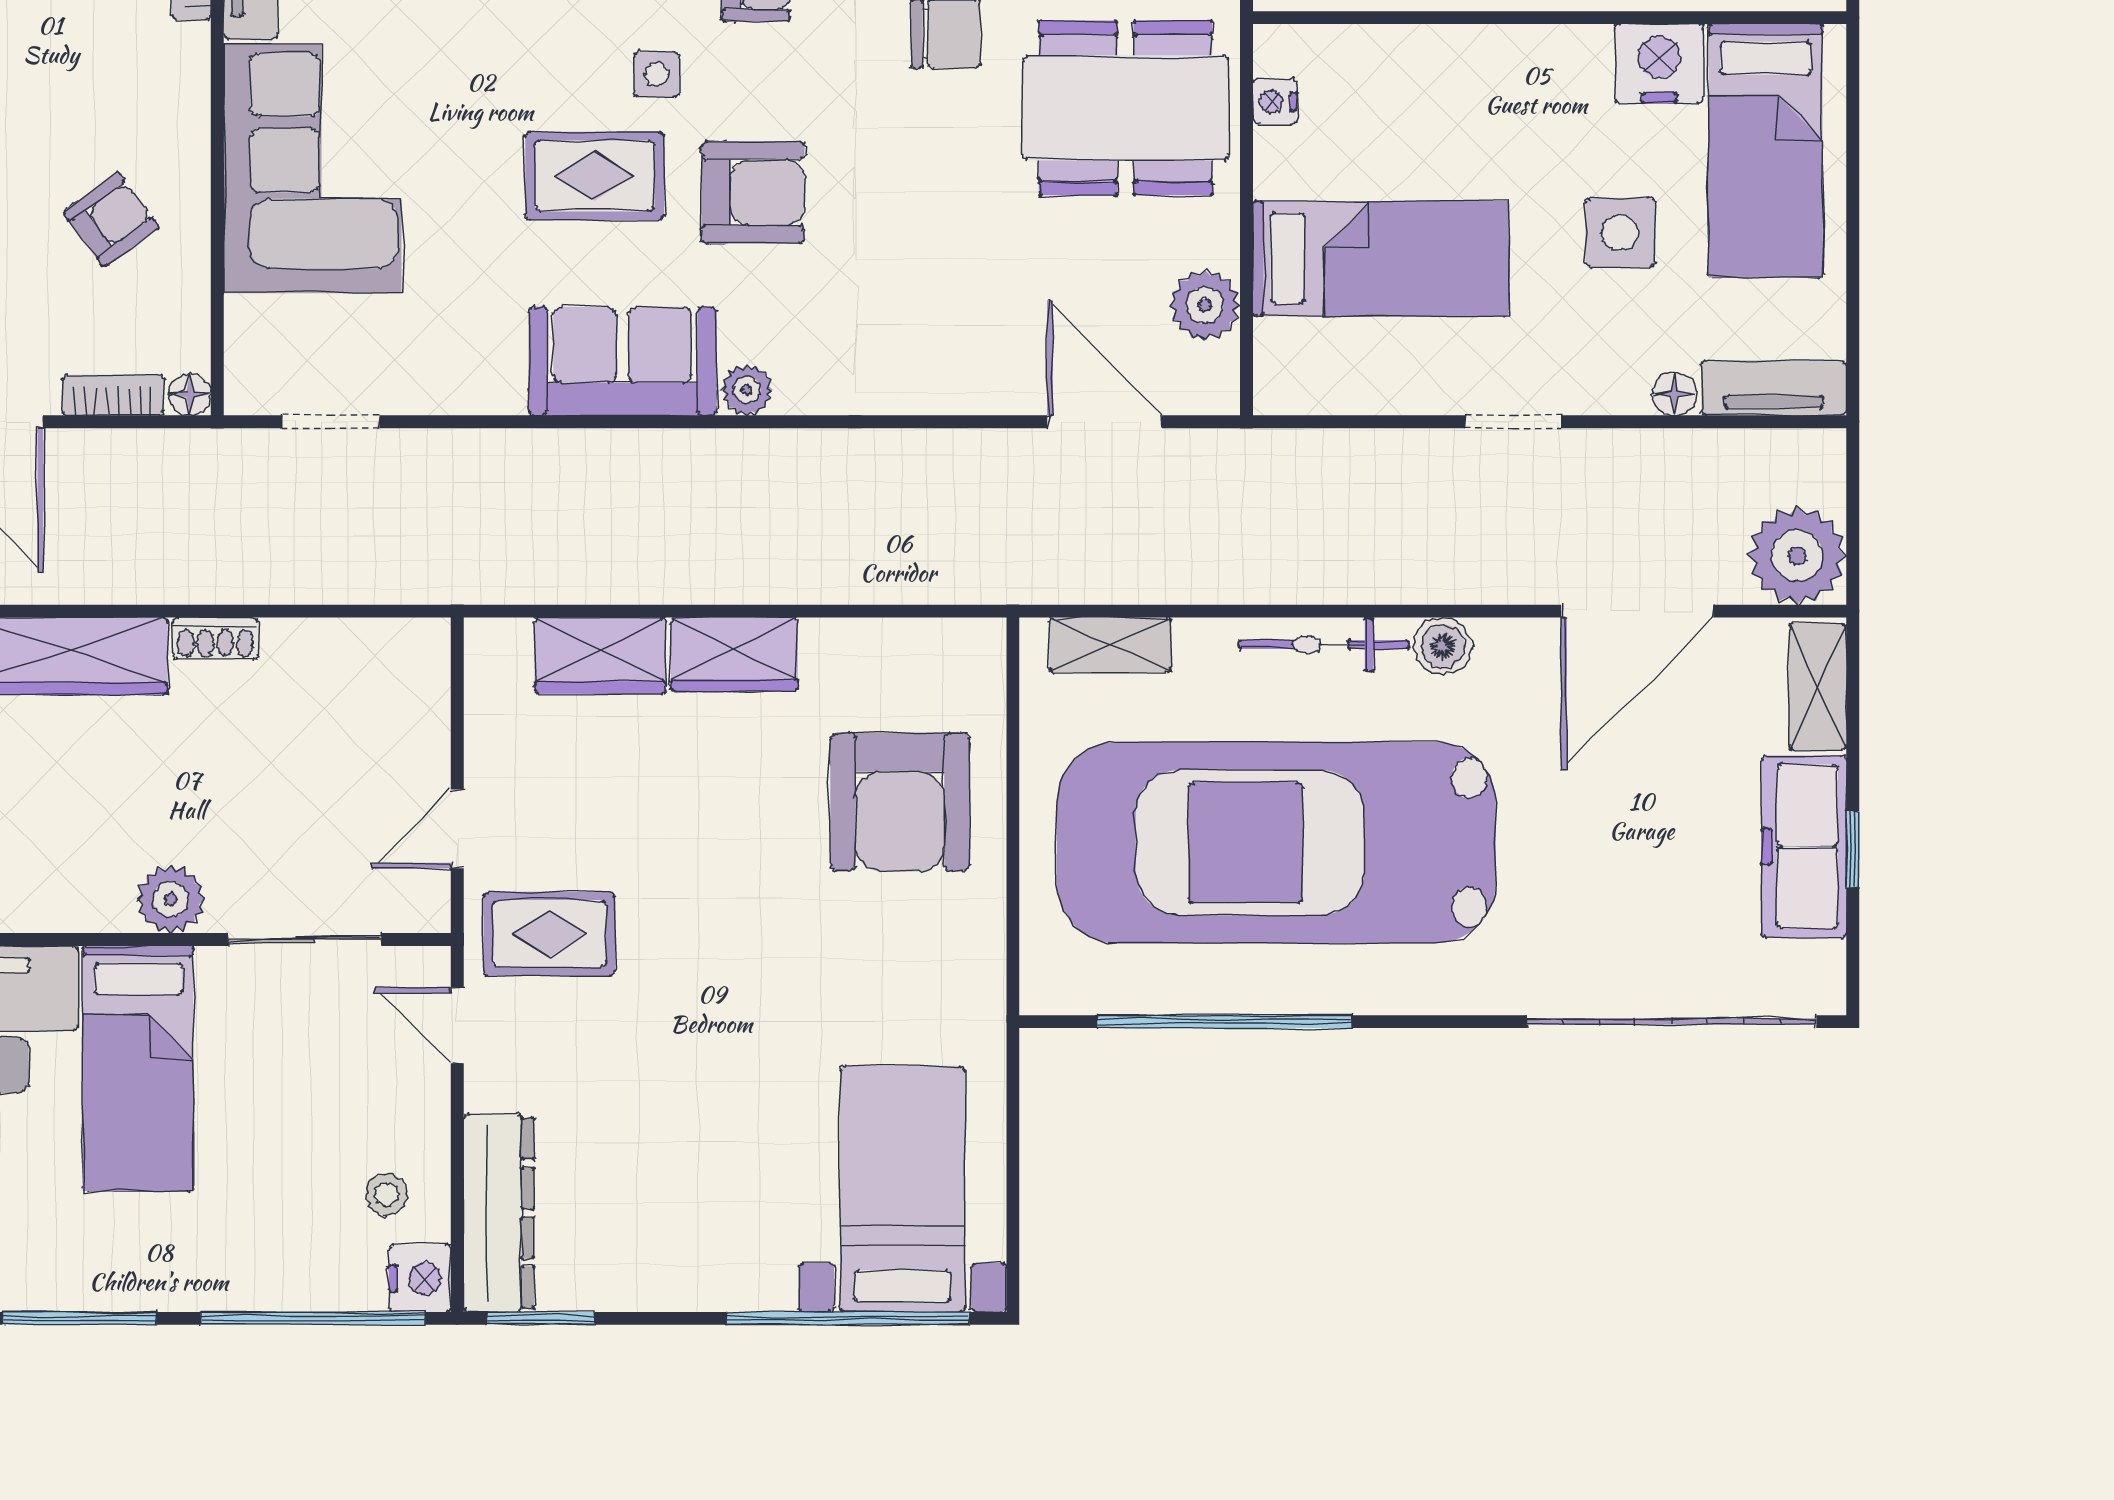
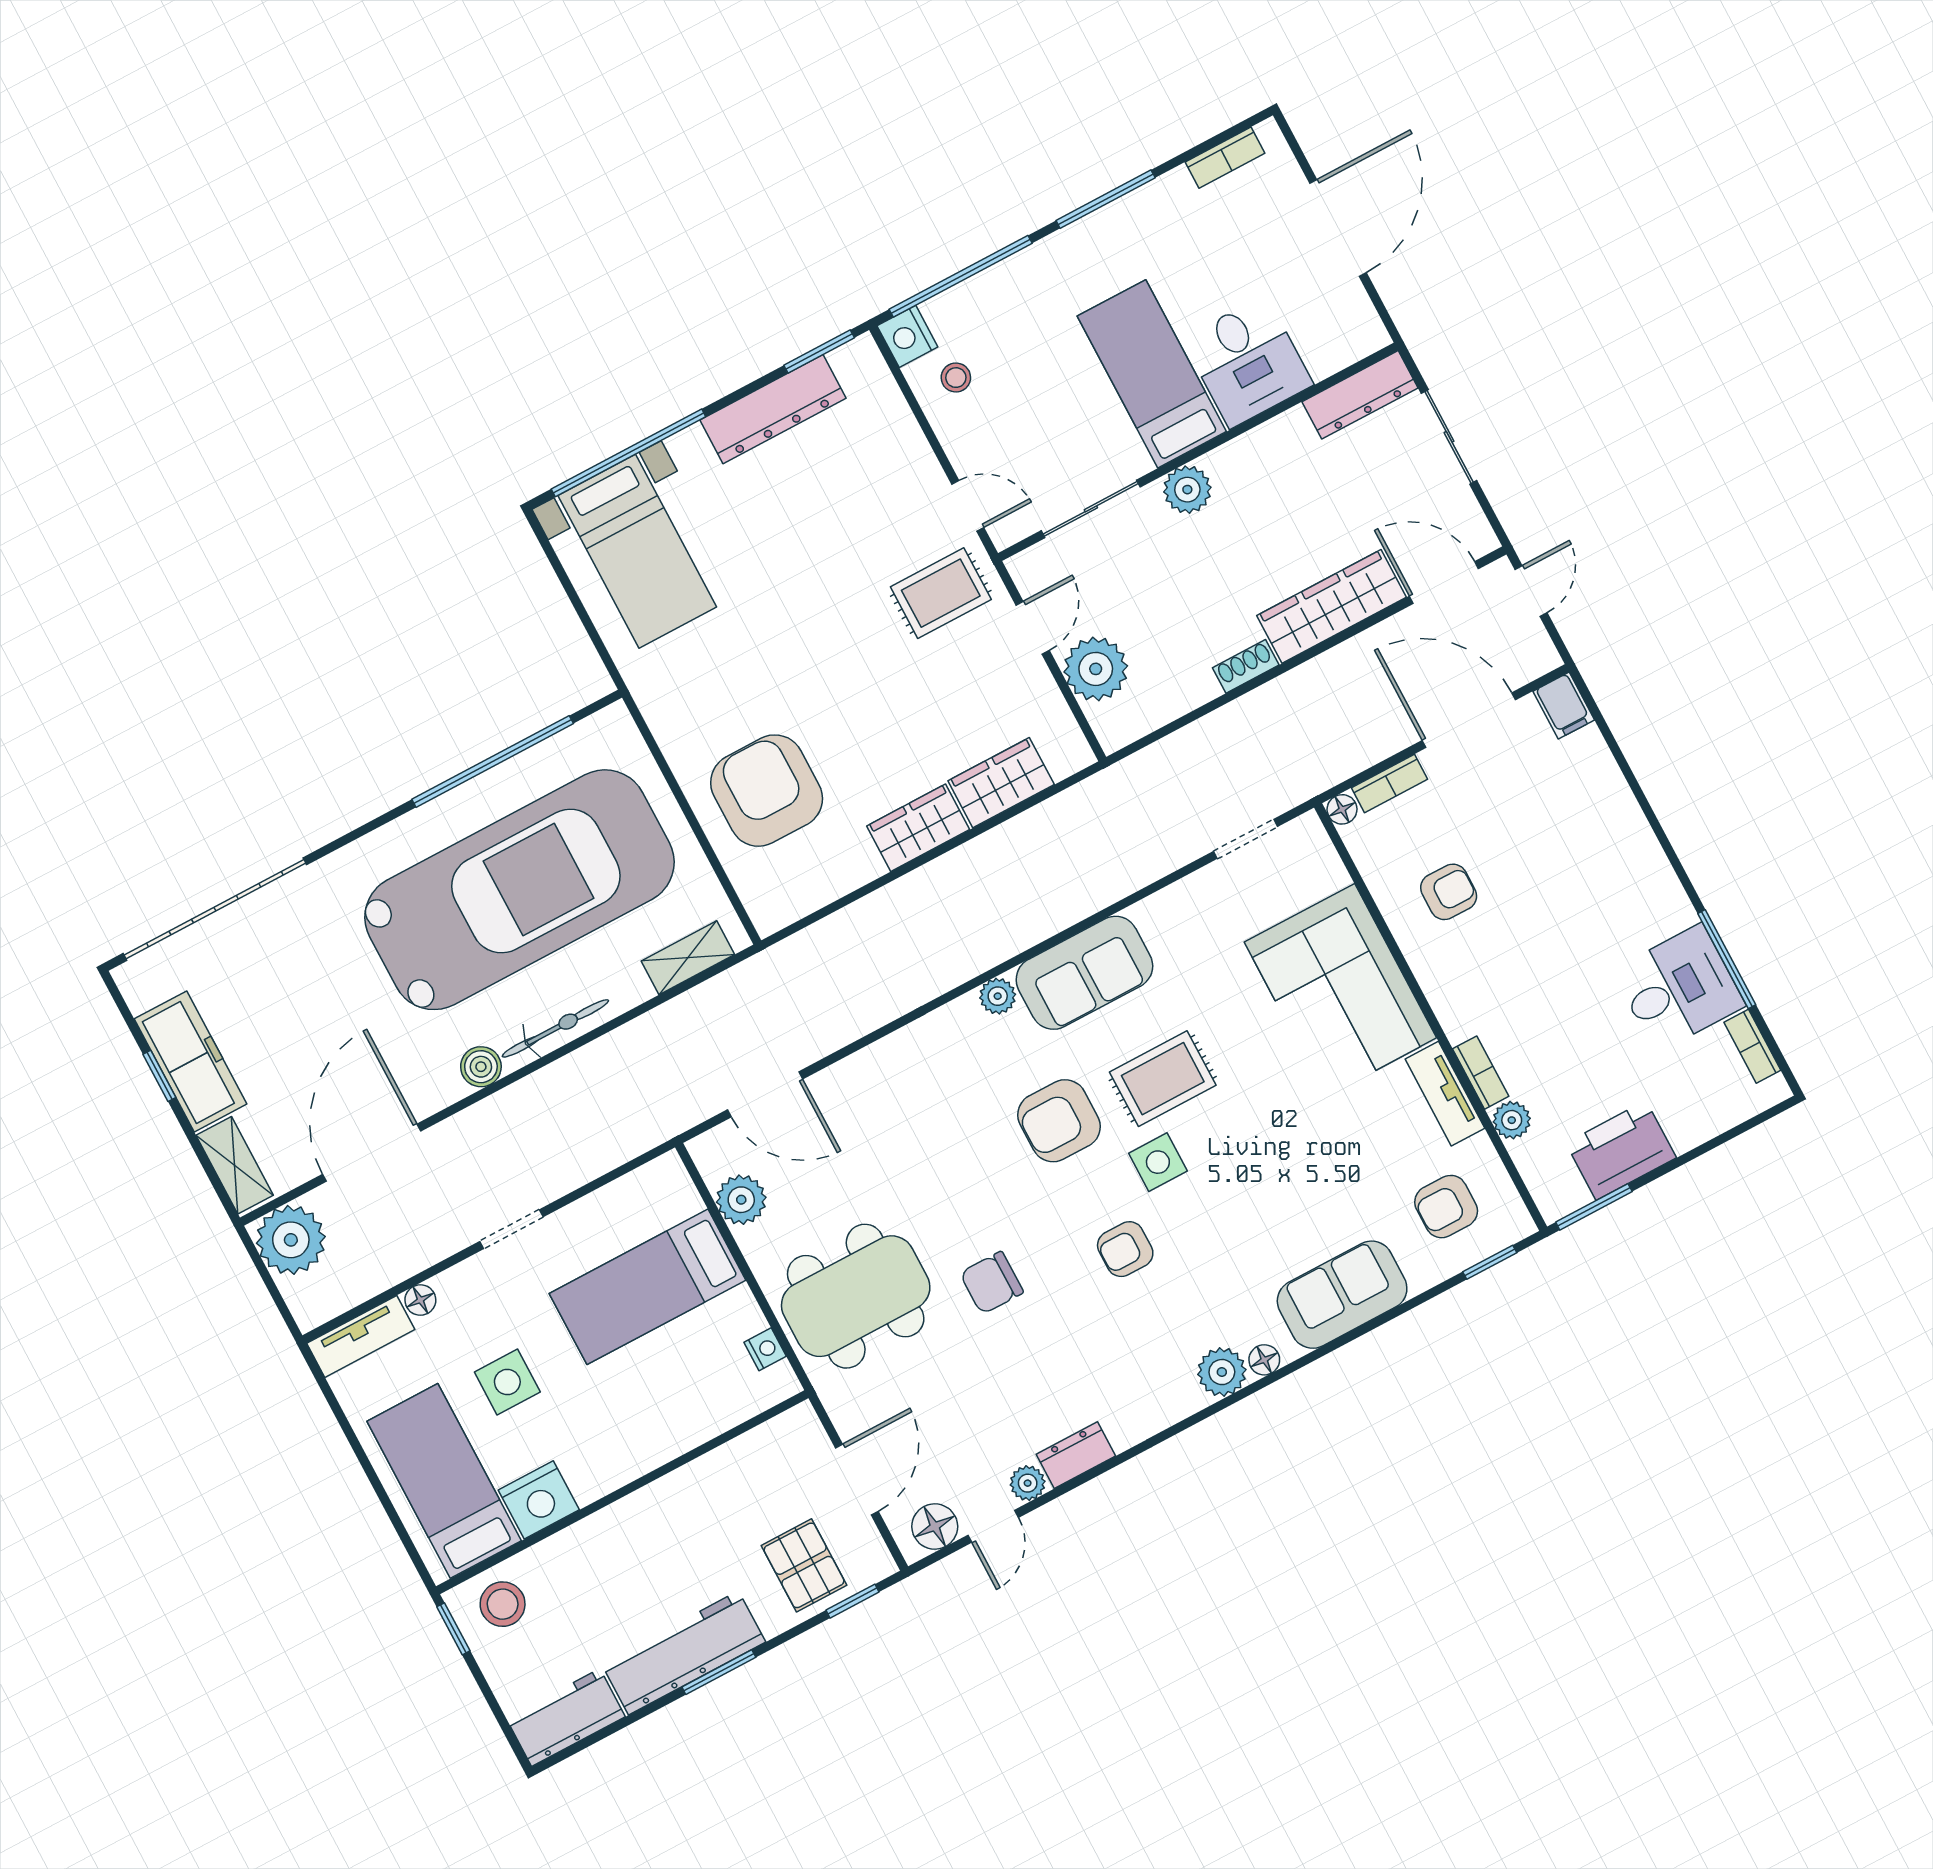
side table: (657, 74) -> (1158, 1162), width x1.37, depth x1.37
armchair: (111, 220) -> (1449, 892), turned -144
plant: (405, 735) -> (1096, 669), added
dresser: (499, 1213) -> (773, 409), moved, turned -90

